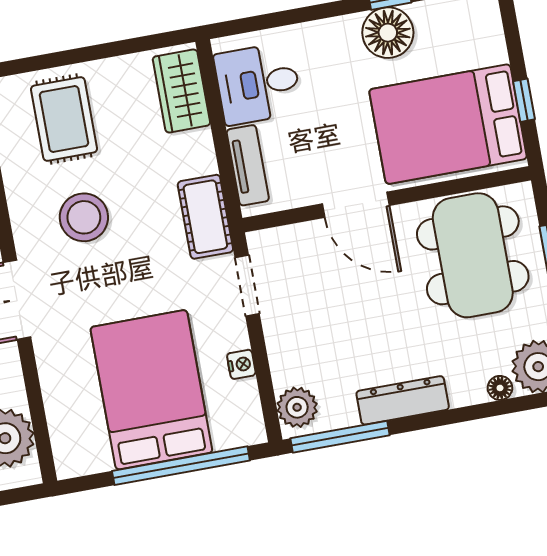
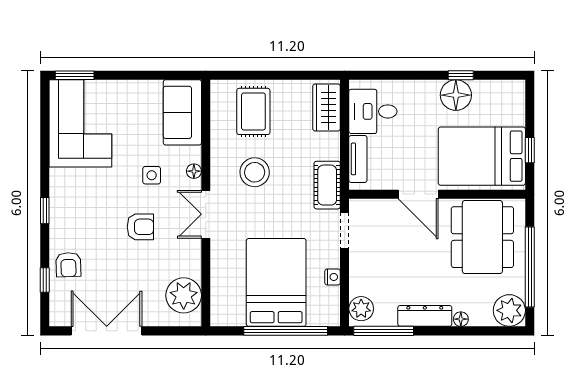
floor lamp: (500, 388) -> (461, 319), moved

